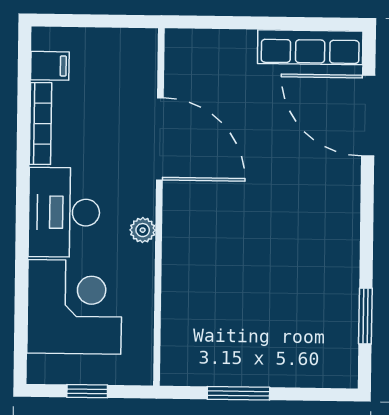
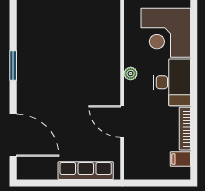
row of seats: (310, 47) -> (86, 171), moved
door: (160, 139) -> (122, 121), width x0.73
window: (365, 316) -> (13, 66), moved

